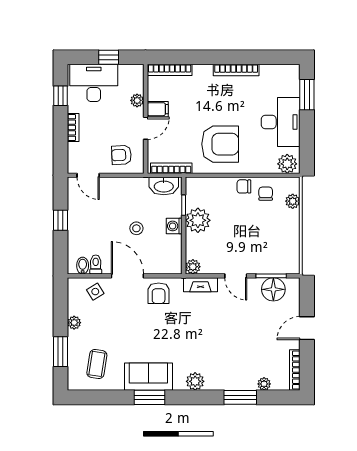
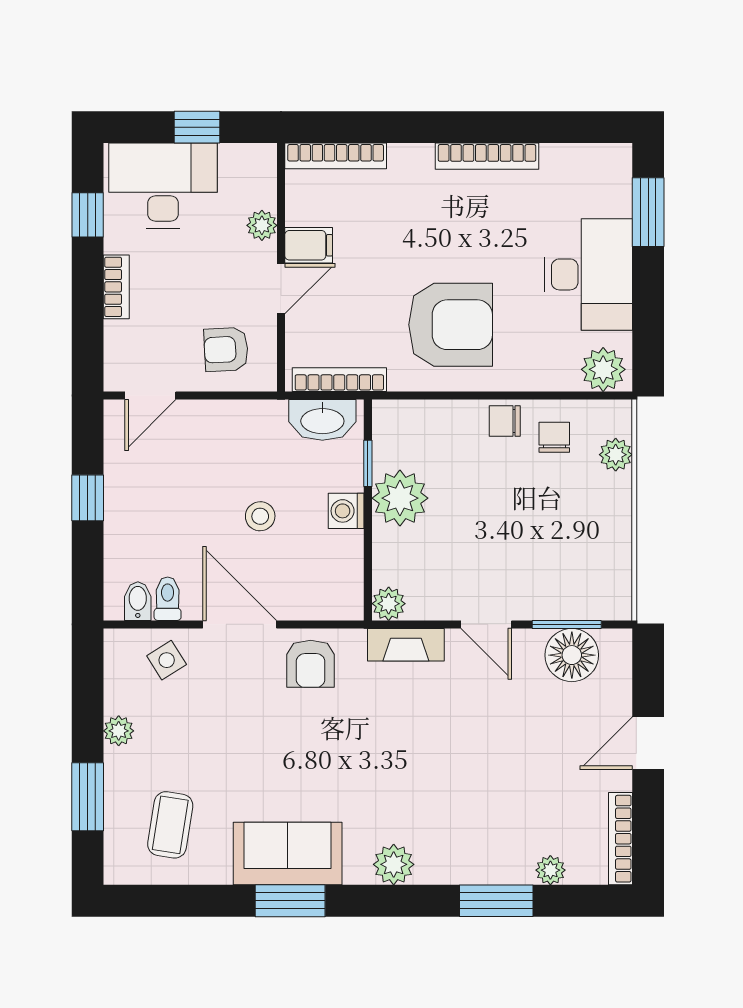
door: (88, 175) -> (150, 396), hinge flipped

